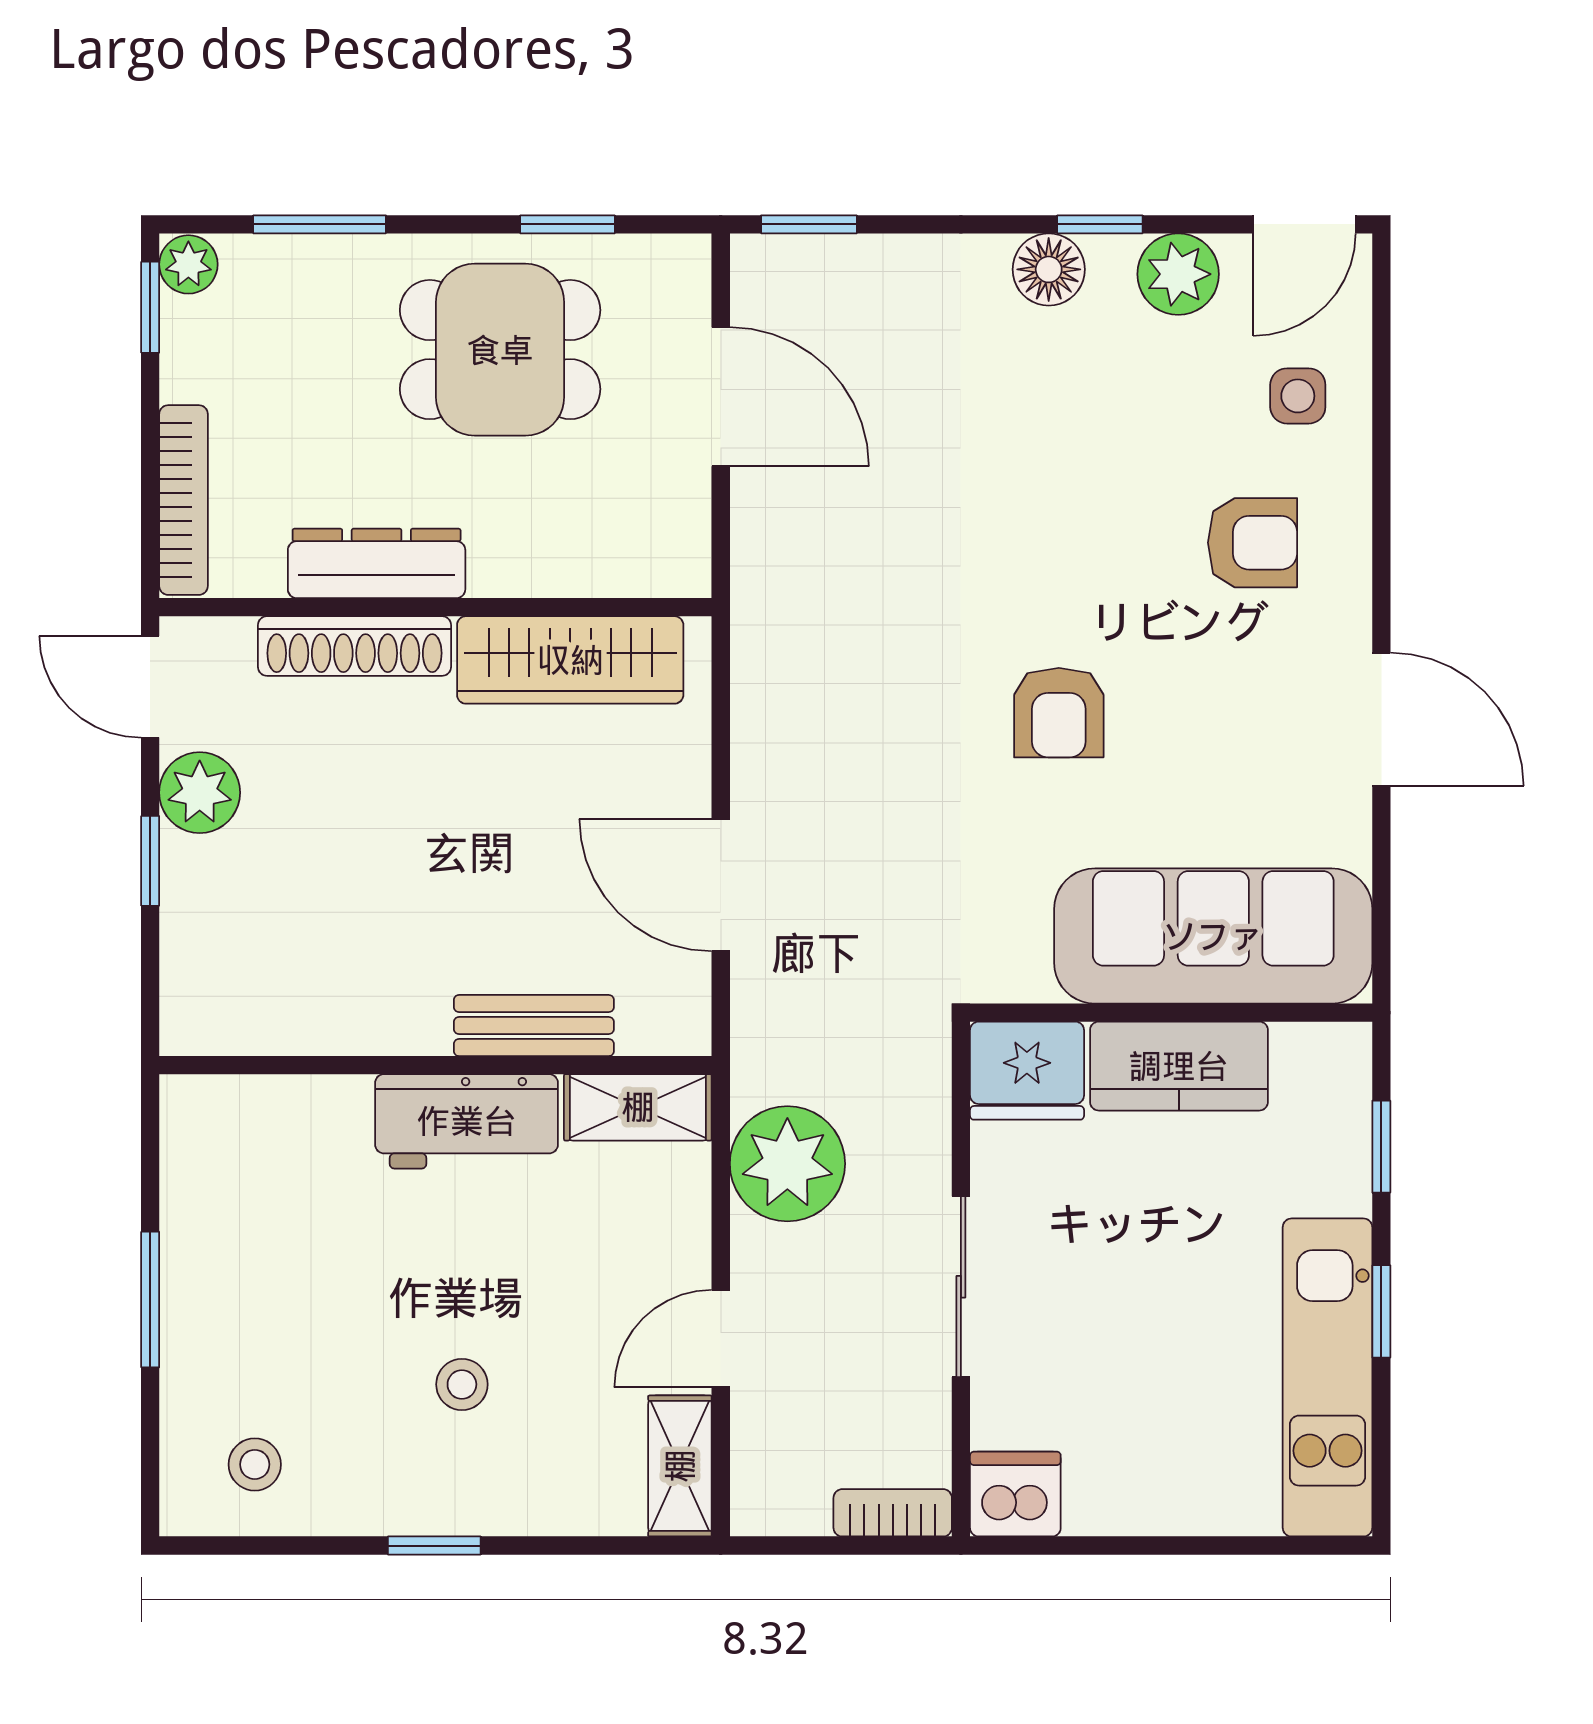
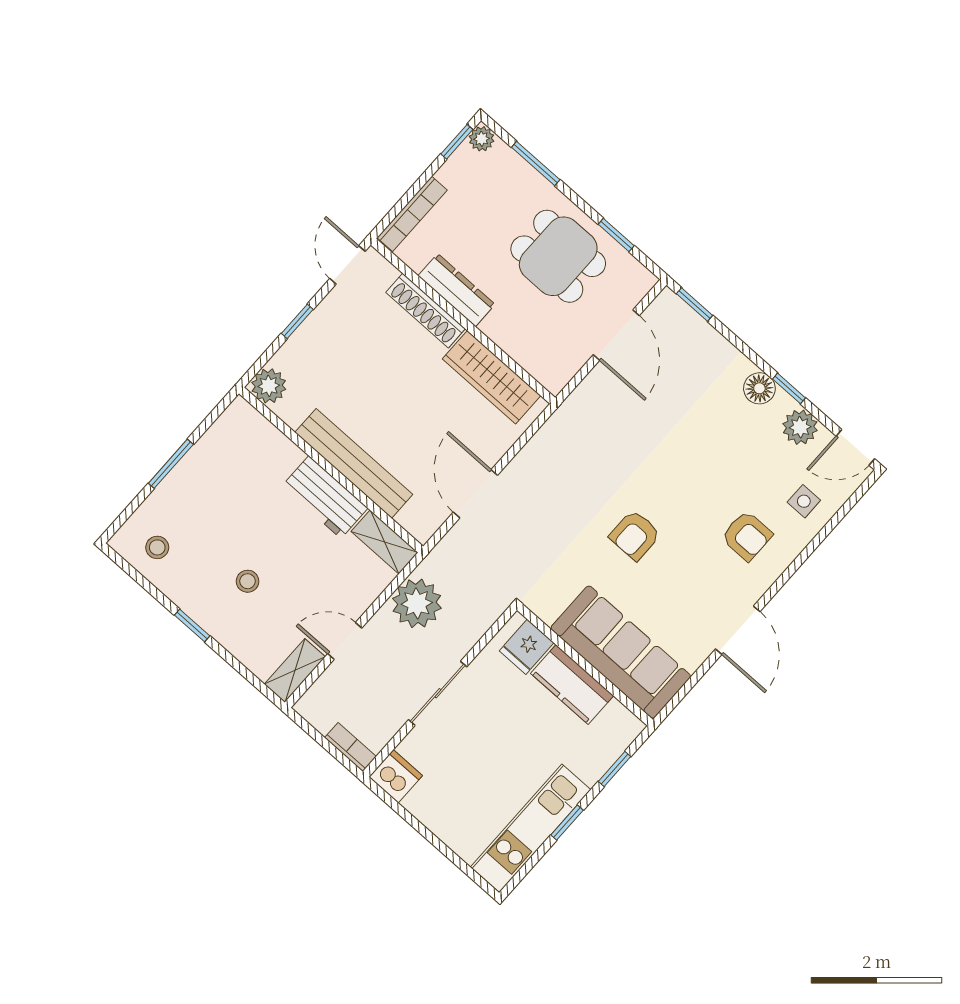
plant: (200, 793) -> (269, 386), moved
bench: (534, 1026) -> (354, 463), width x1.86, depth x1.21
fridge: (1027, 1071) -> (527, 647), width x0.72

